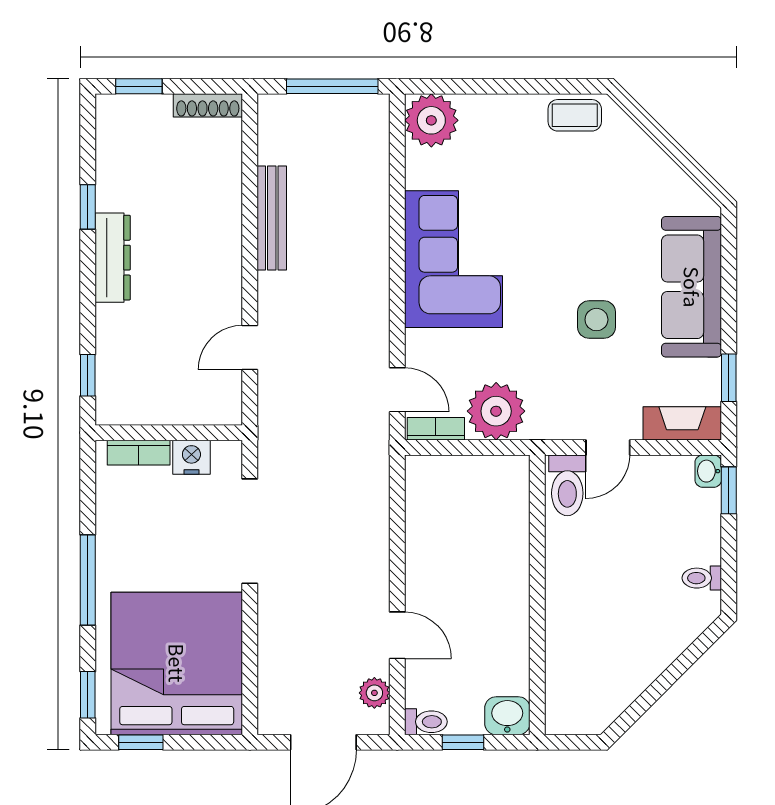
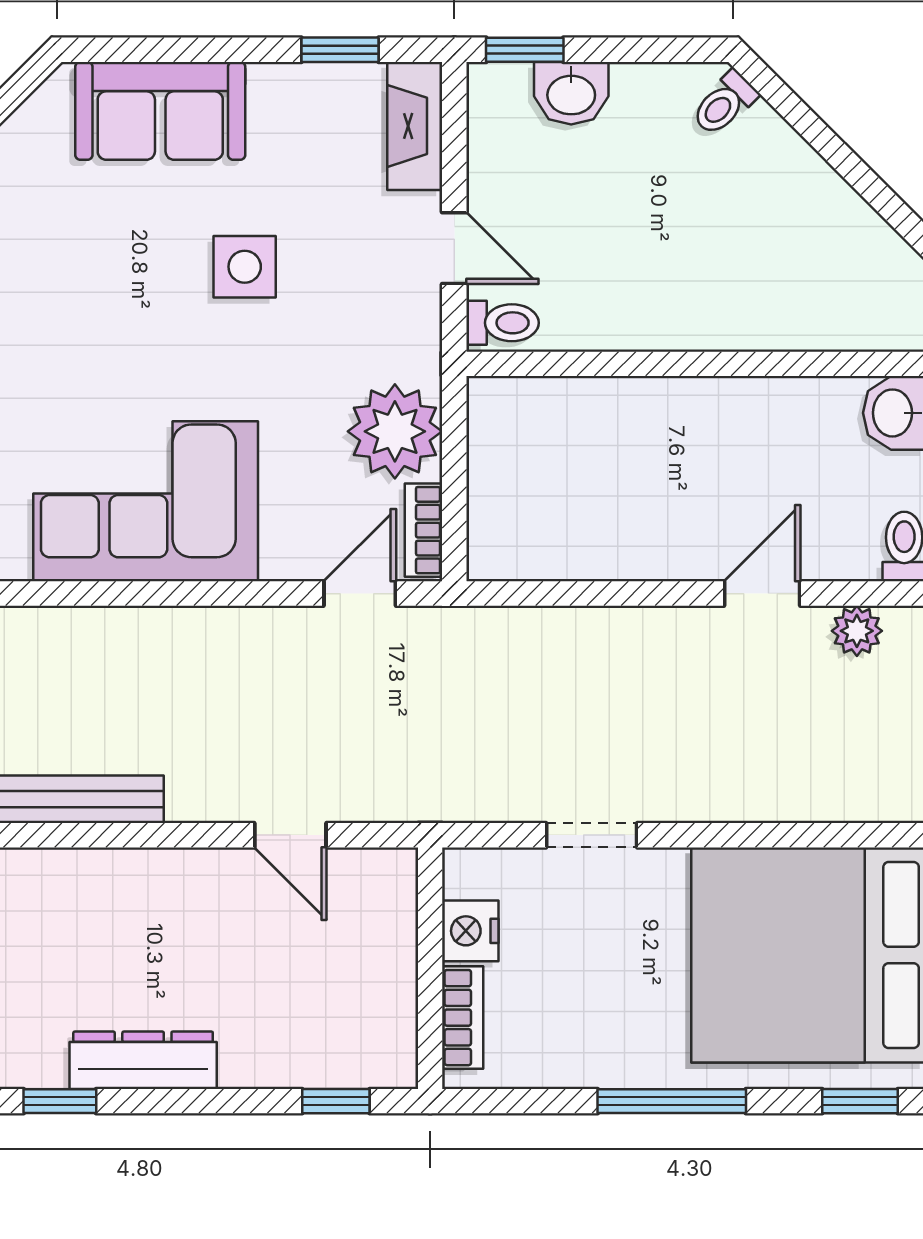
sofa: (692, 287) -> (160, 111), width x0.73
washbasin: (708, 471) -> (571, 93), moved, width x1.38, depth x1.45
toilet: (567, 485) -> (502, 323), width x0.73, depth x0.72
doorway: (250, 531) -> (592, 835), width x0.53
toilet: (702, 578) -> (724, 104), moved, turned 45

